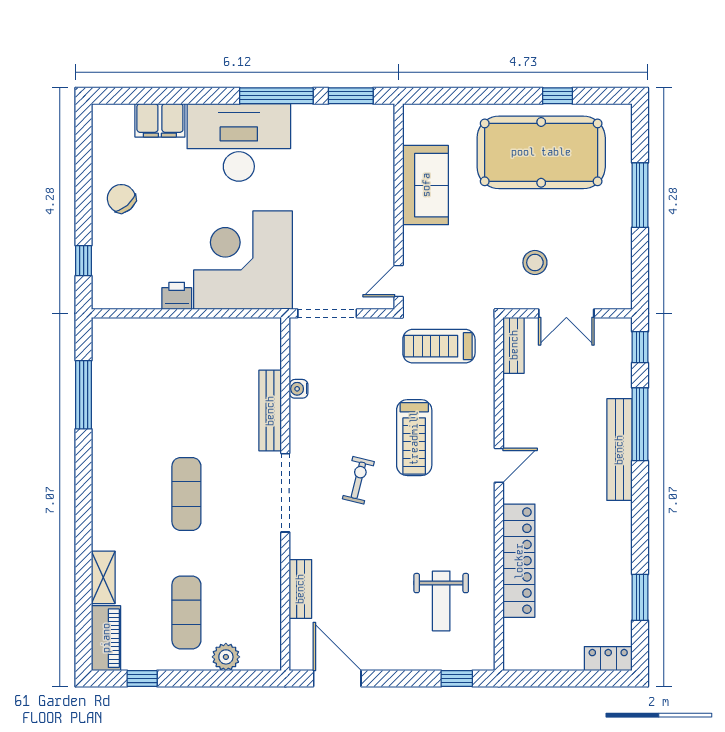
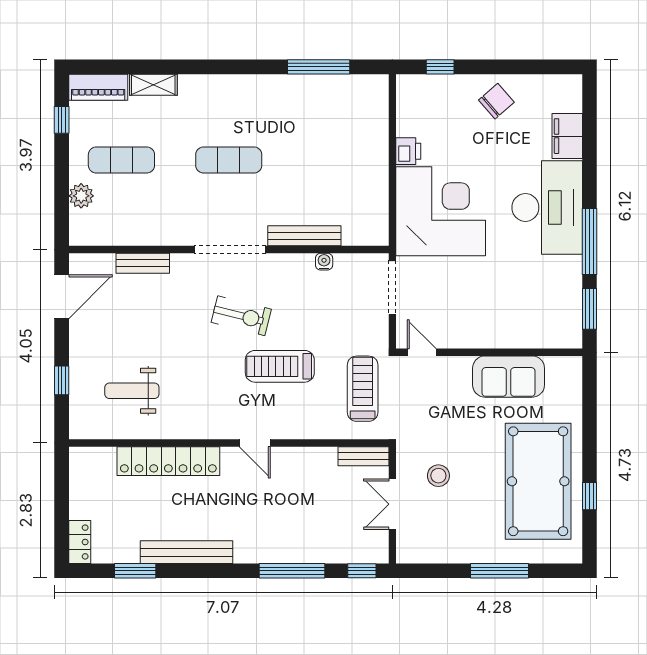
bench: (619, 450) -> (187, 552), moved
exercise bike: (358, 480) -> (241, 316), width x1.38, depth x1.39
window: (457, 679) -> (62, 380), moved

